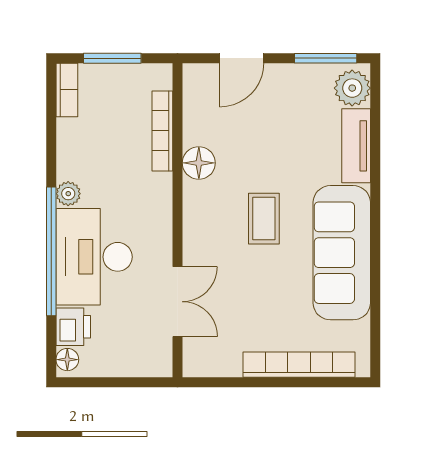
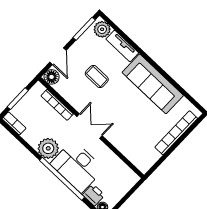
floor lamp: (199, 163) -> (52, 77), moved
plant: (68, 194) -> (48, 148), width x1.88, depth x1.88
coffee table: (264, 219) -> (97, 77), moved
double door: (178, 302) -> (90, 126), moved

